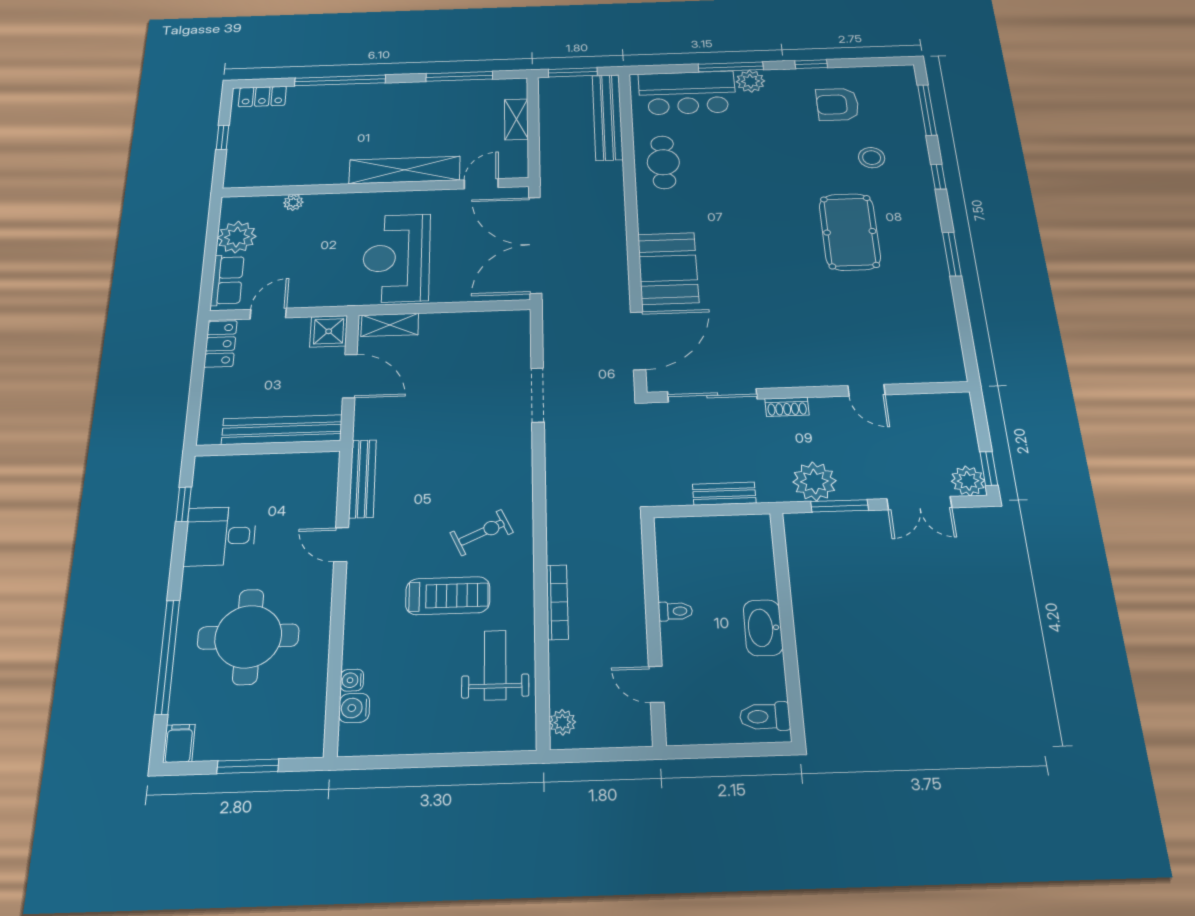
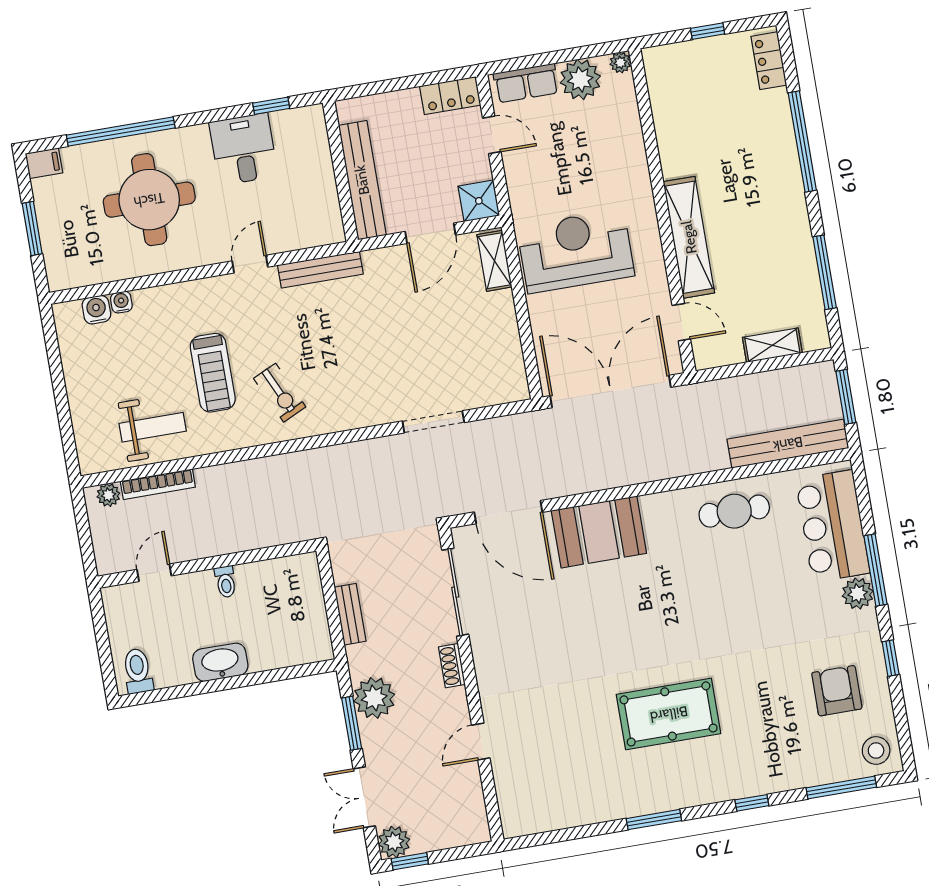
stool: (872, 158) -> (876, 751), moved
plant: (293, 202) -> (620, 63), moved
bookcase: (557, 602) -> (158, 484), moved

